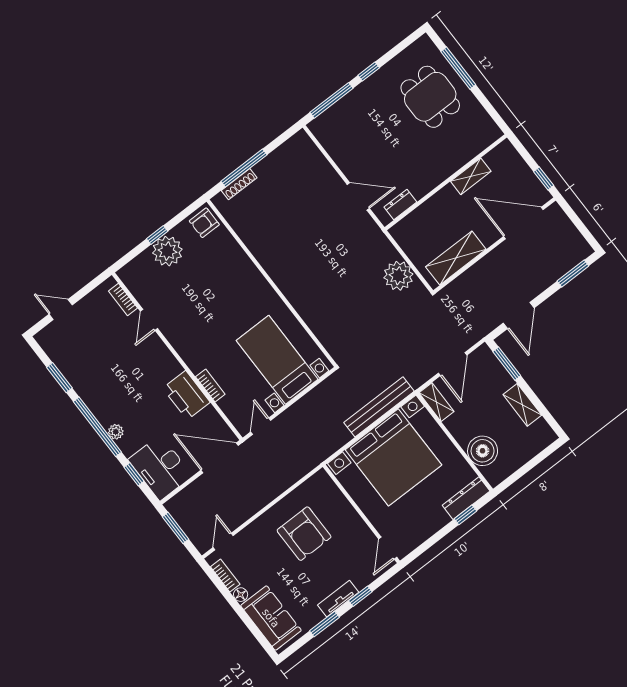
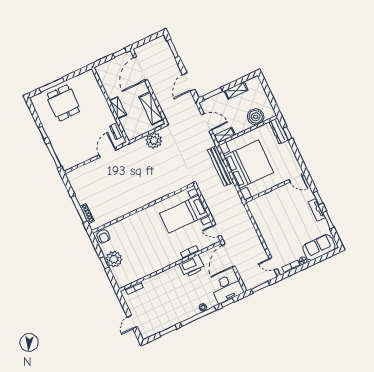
dining table: (430, 97) -> (63, 103), turned 90
shelving: (471, 176) -> (118, 108), moved
door: (519, 315) -> (189, 82), swing flipped
door: (149, 320) -> (148, 277), removed
armchair: (304, 534) -> (278, 220), removed

